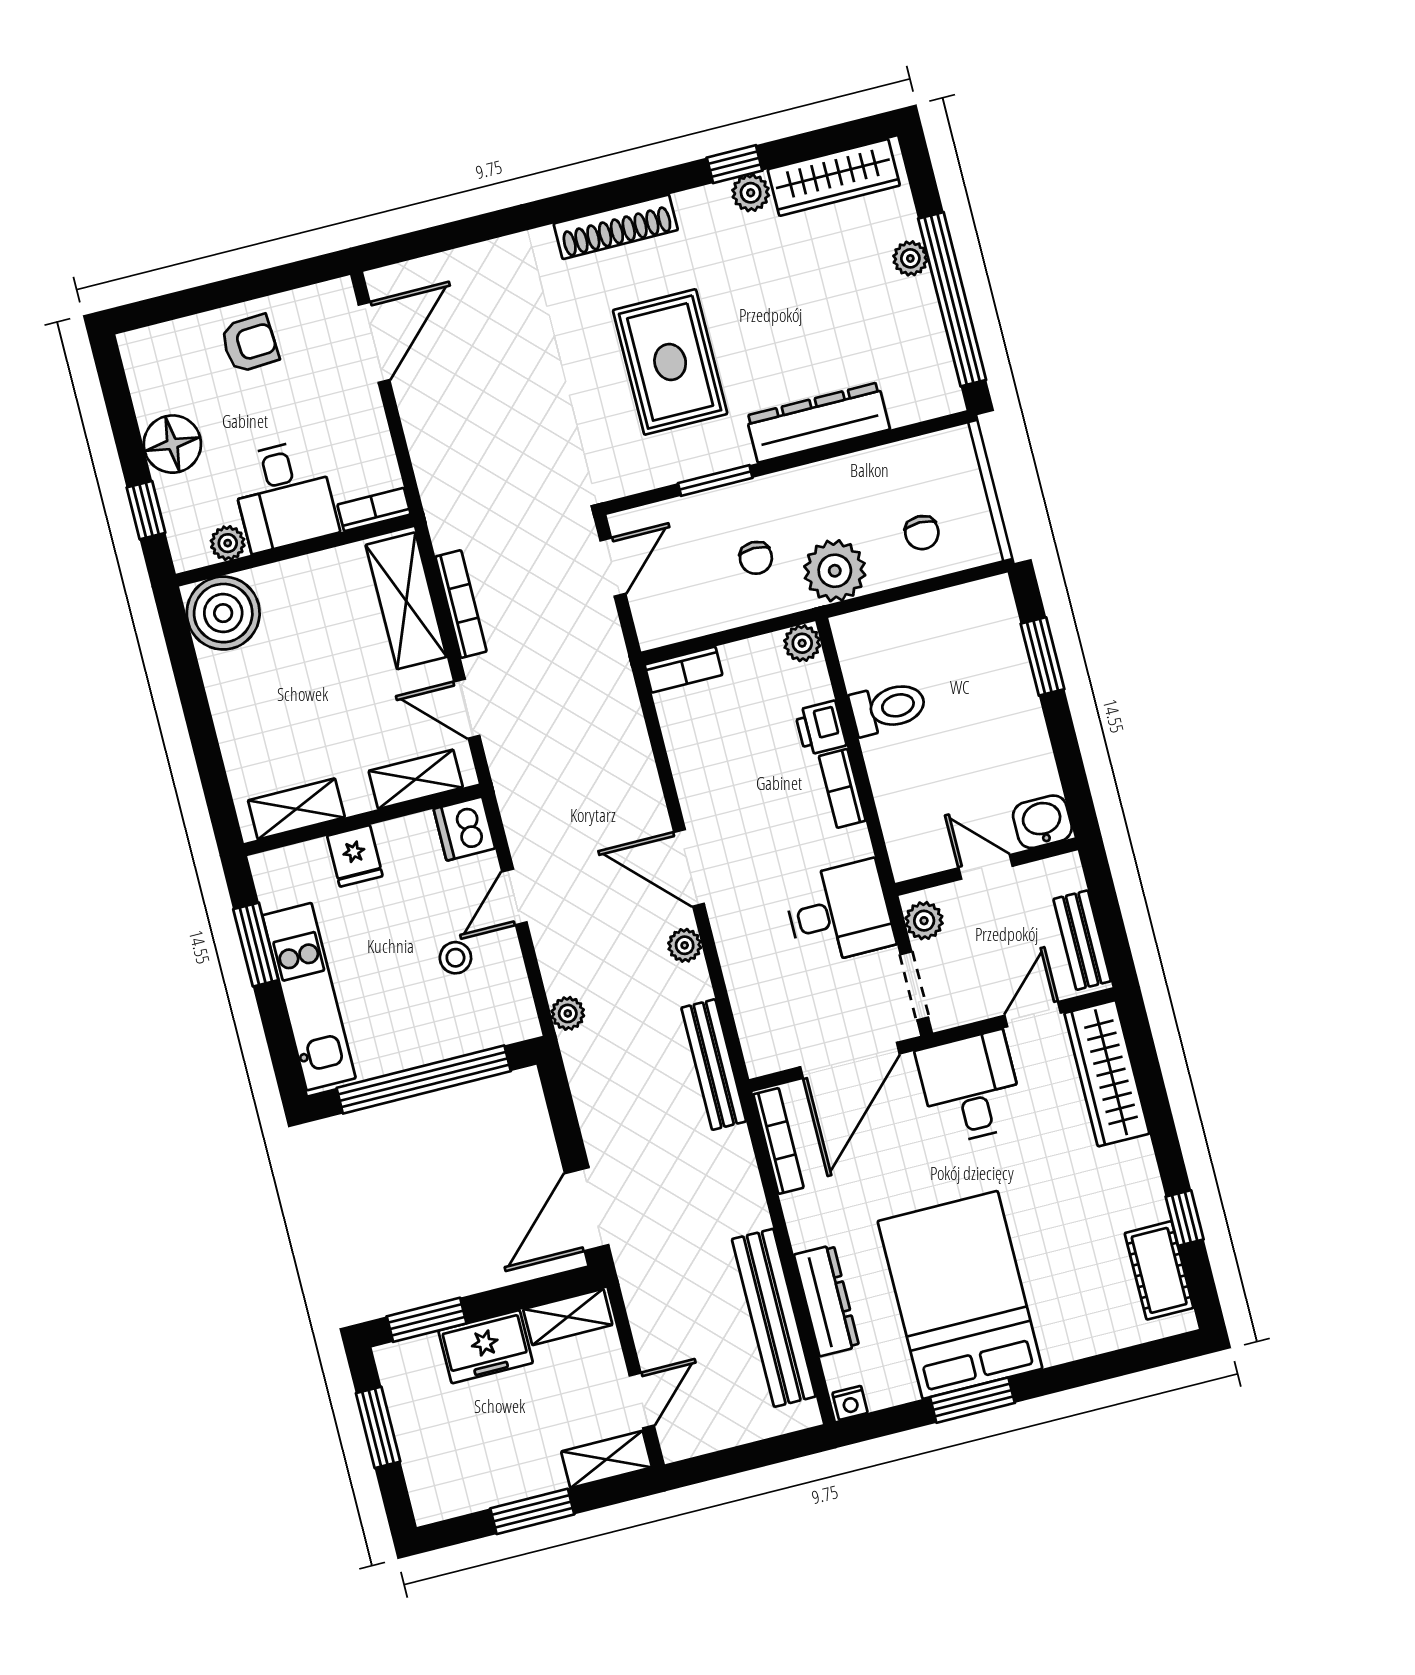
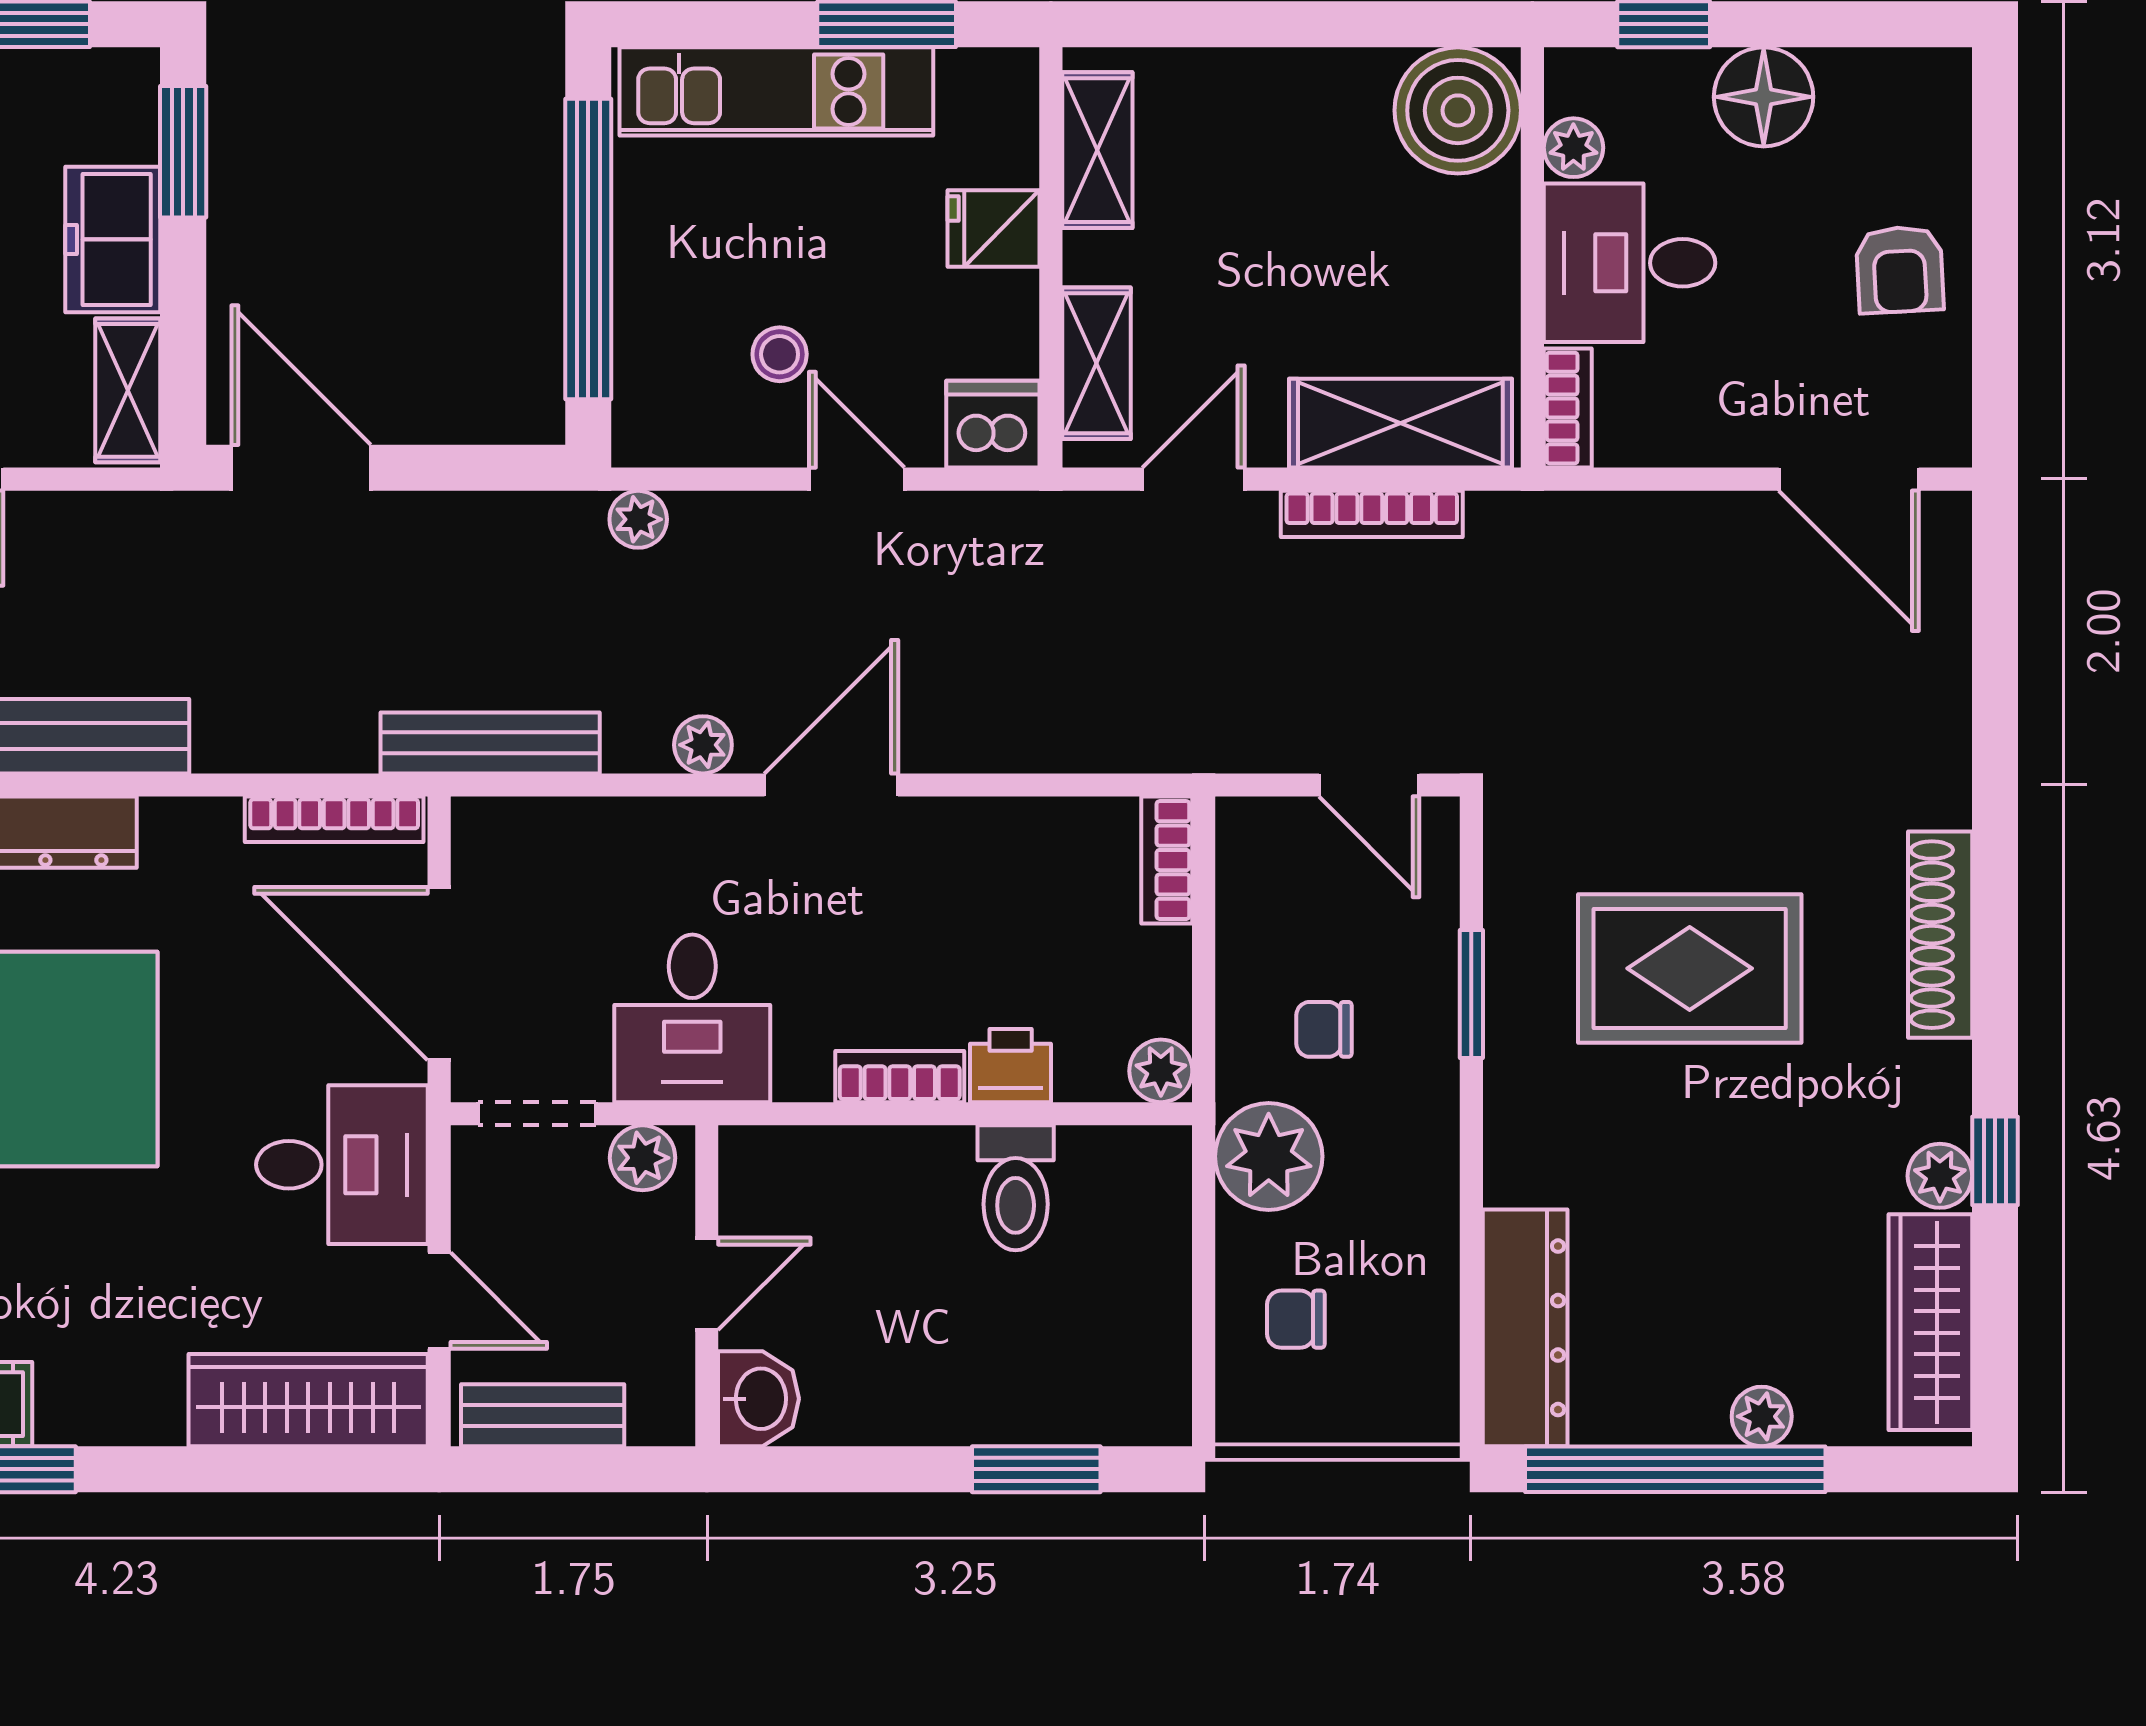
dresser: (818, 423) -> (1525, 1328), moved

